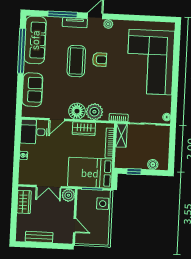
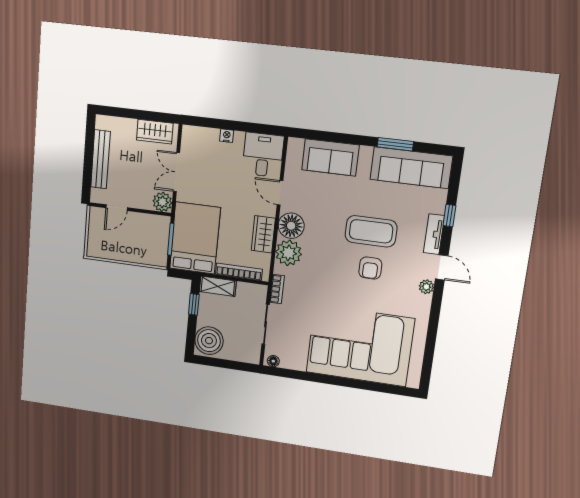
window: (63, 14) -> (449, 216), width x0.46
window: (22, 51) -> (395, 144), width x0.47
shelving: (121, 135) -> (218, 286), moved
boiler: (153, 164) -> (209, 341), width x1.86, depth x1.86
side table: (103, 204) -> (148, 253), removed
bench: (39, 237) -> (100, 159), width x1.36

